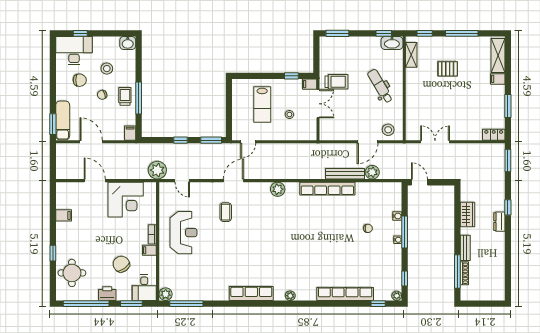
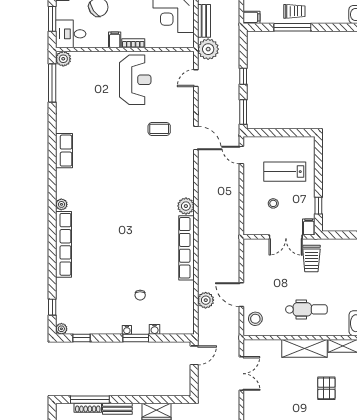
dental chair: (380, 86) -> (306, 309), turned 31
shelving: (413, 88) -> (304, 348), added
bench: (345, 174) -> (204, 21), moved, width x0.73
plant: (278, 189) -> (186, 206), moved
window: (405, 232) -> (136, 338), width x0.69
reception desk: (184, 233) -> (135, 80), turned -90
row of seats: (251, 294) -> (64, 151), width x0.68
row of seats: (345, 294) -> (64, 244), moved

